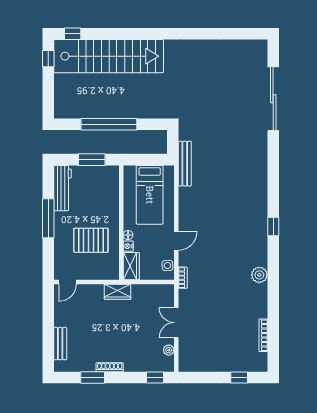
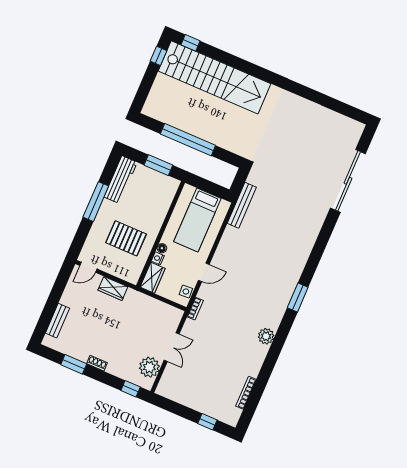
window: (273, 227) -> (298, 297), width x1.50
wardrobe: (118, 292) -> (113, 288), moved
double door: (176, 323) -> (172, 347), swing flipped
plant: (169, 350) -> (149, 367), width x1.88, depth x1.88
shoe rack: (110, 367) -> (97, 363), width x0.70

